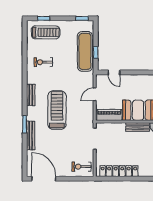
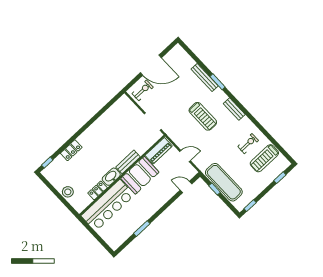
treadmill: (46, 32) -> (264, 158), moved
door: (95, 94) -> (185, 156), hinge flipped
treadmill: (57, 110) -> (203, 116), width x0.73, depth x0.73
locker: (119, 171) -> (110, 114), removed
door: (44, 179) -> (151, 65), moved

